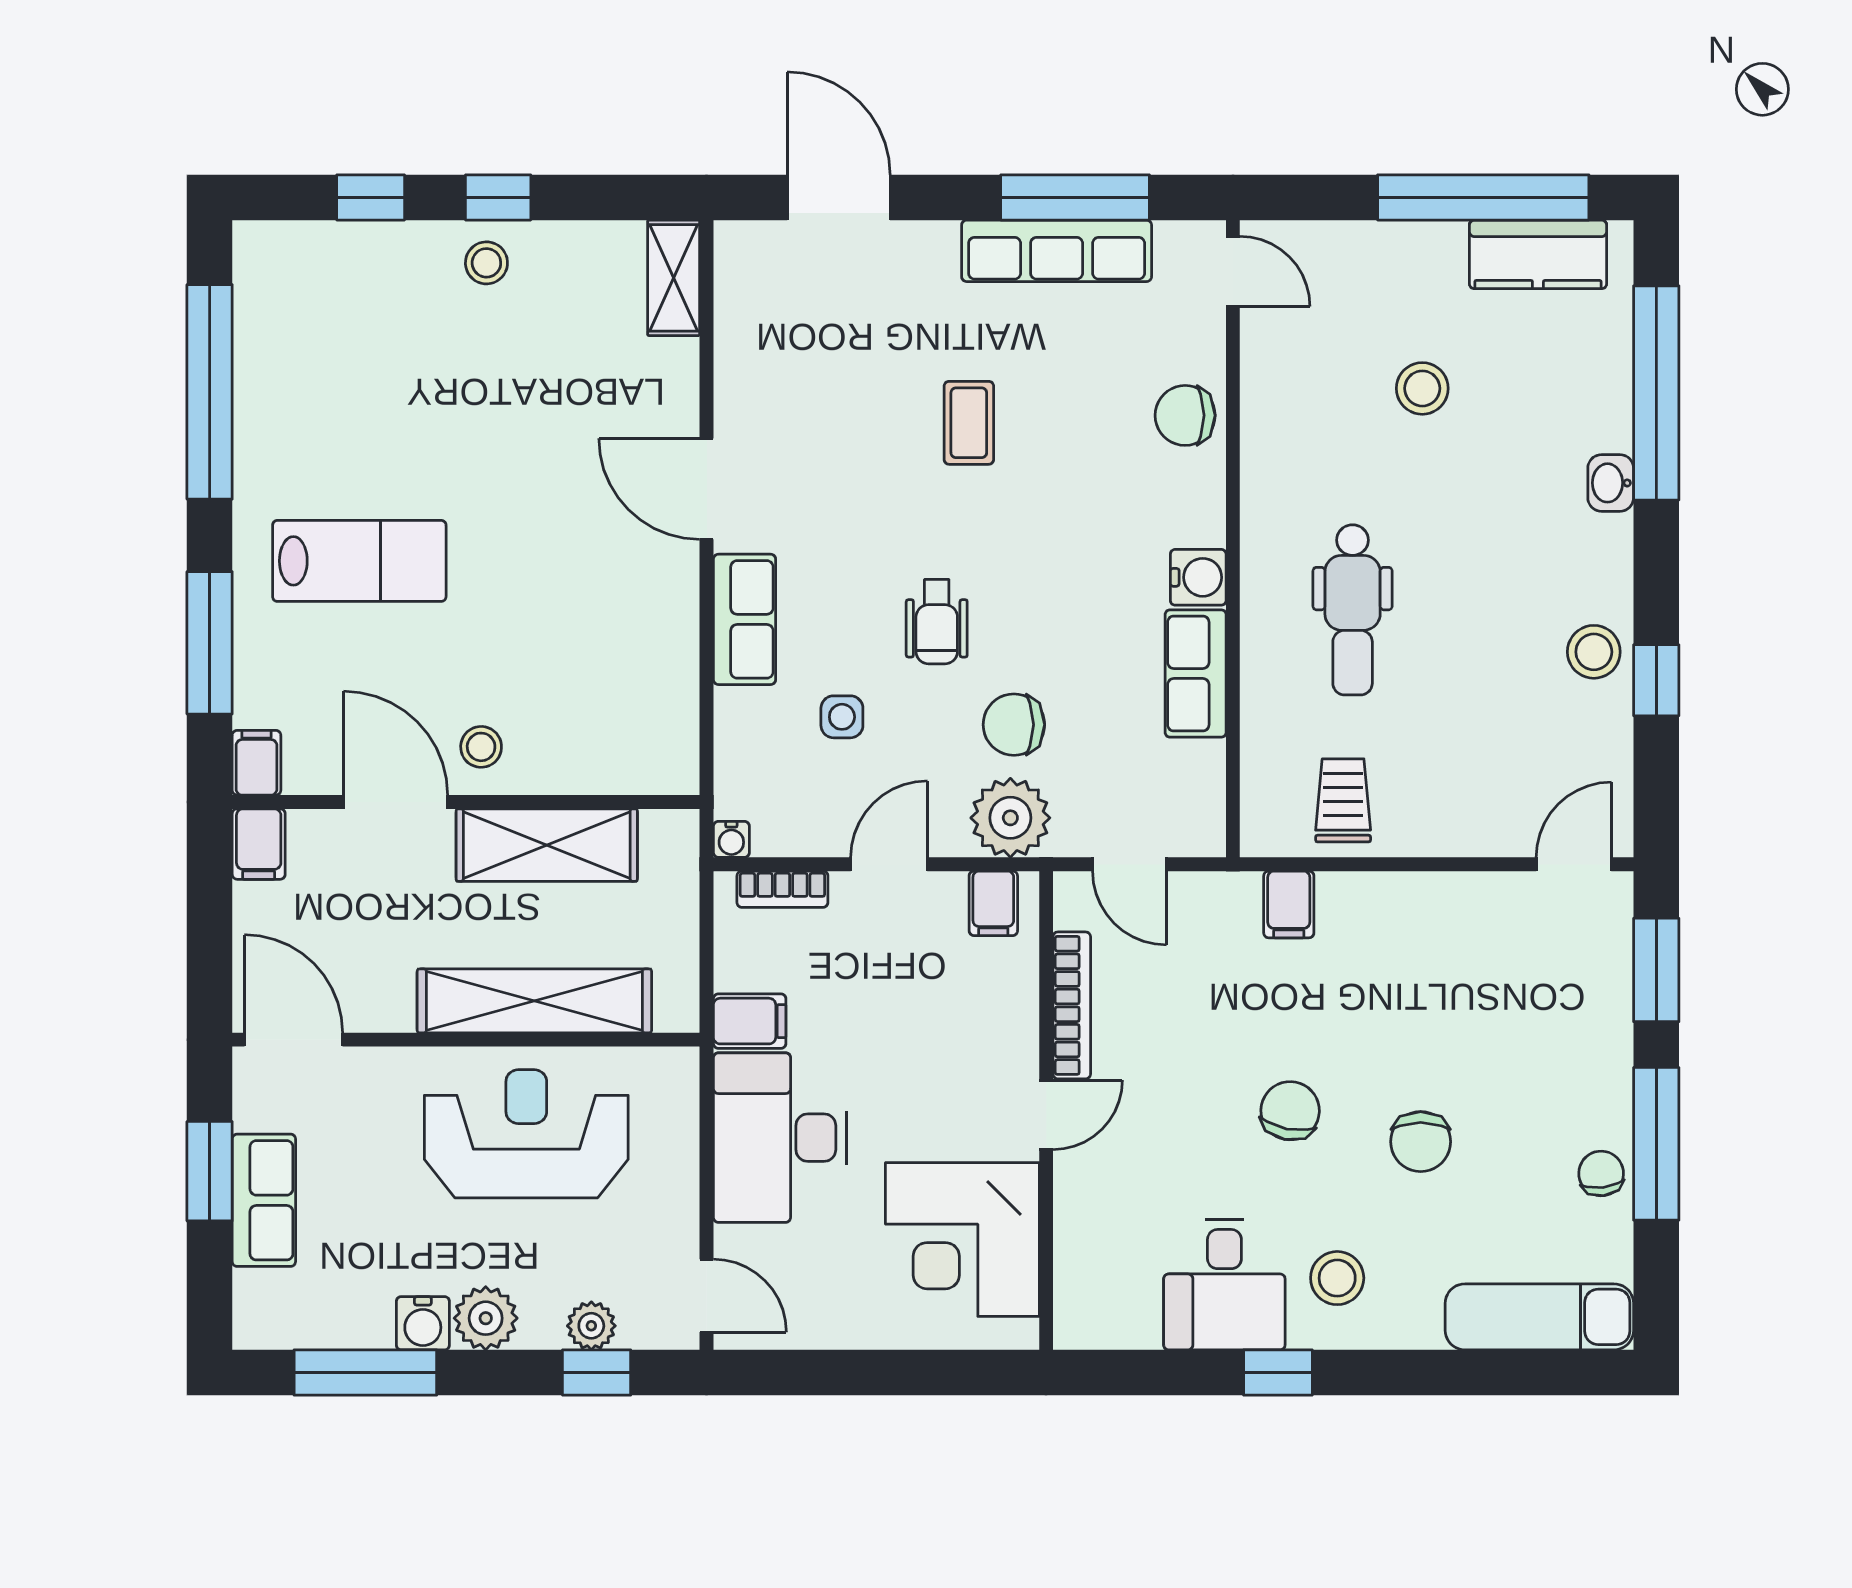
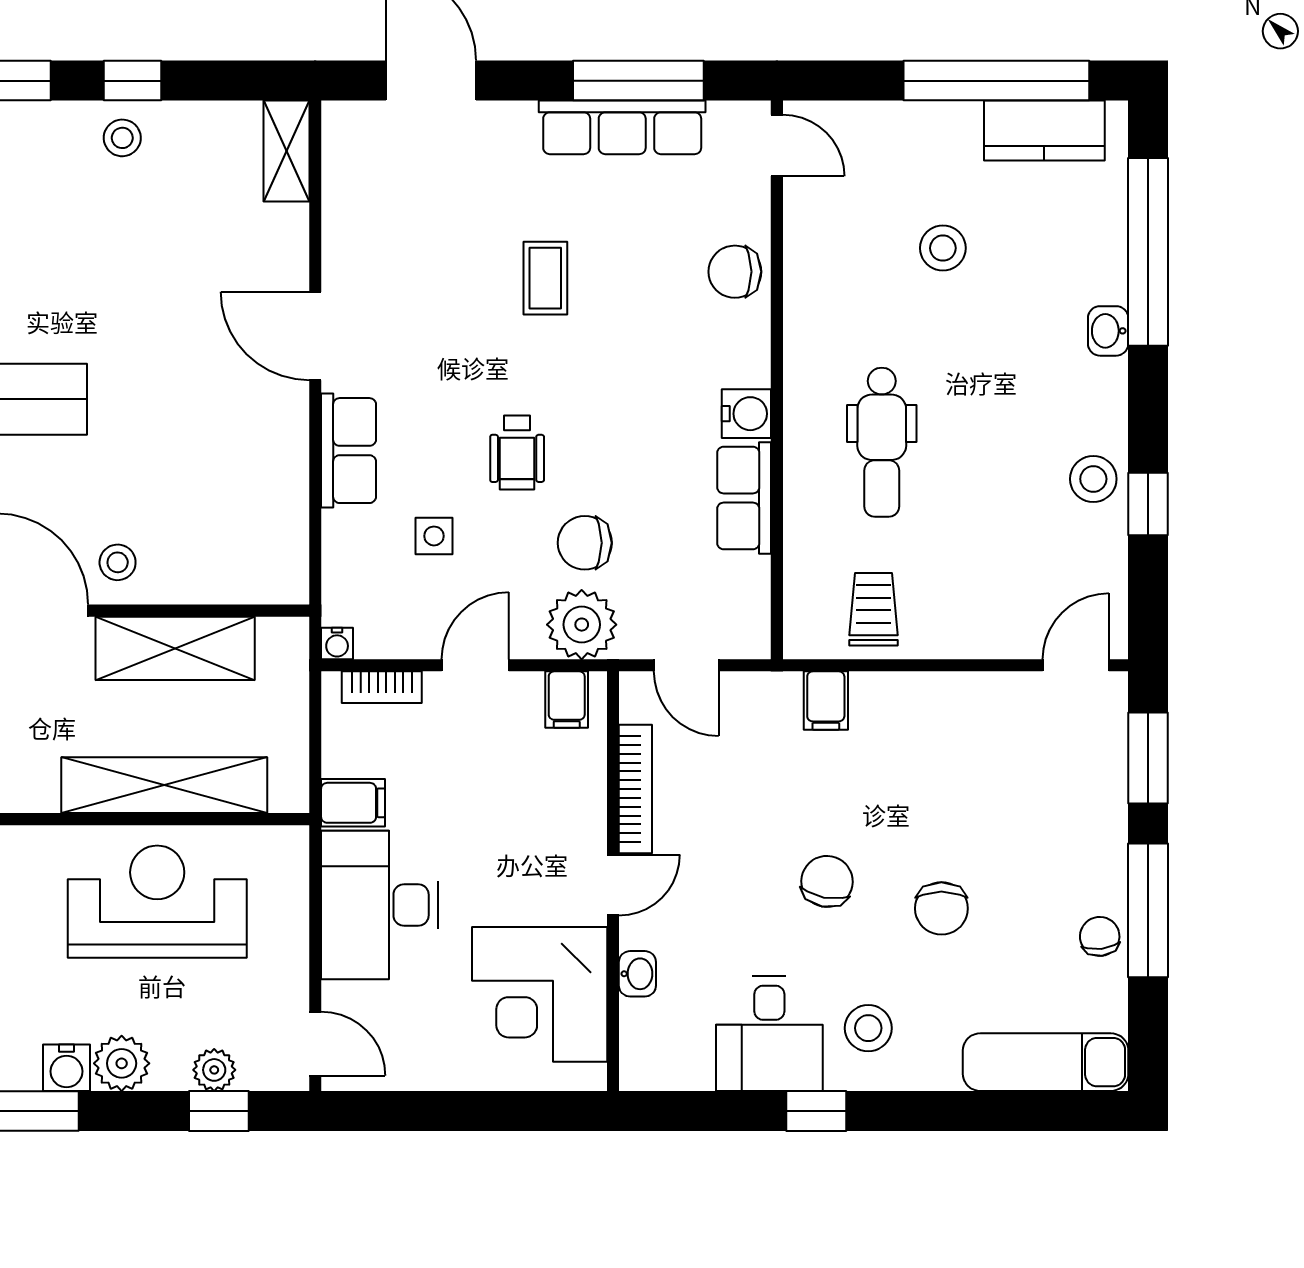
washbasin: (1074, 1216) -> (637, 974), added

